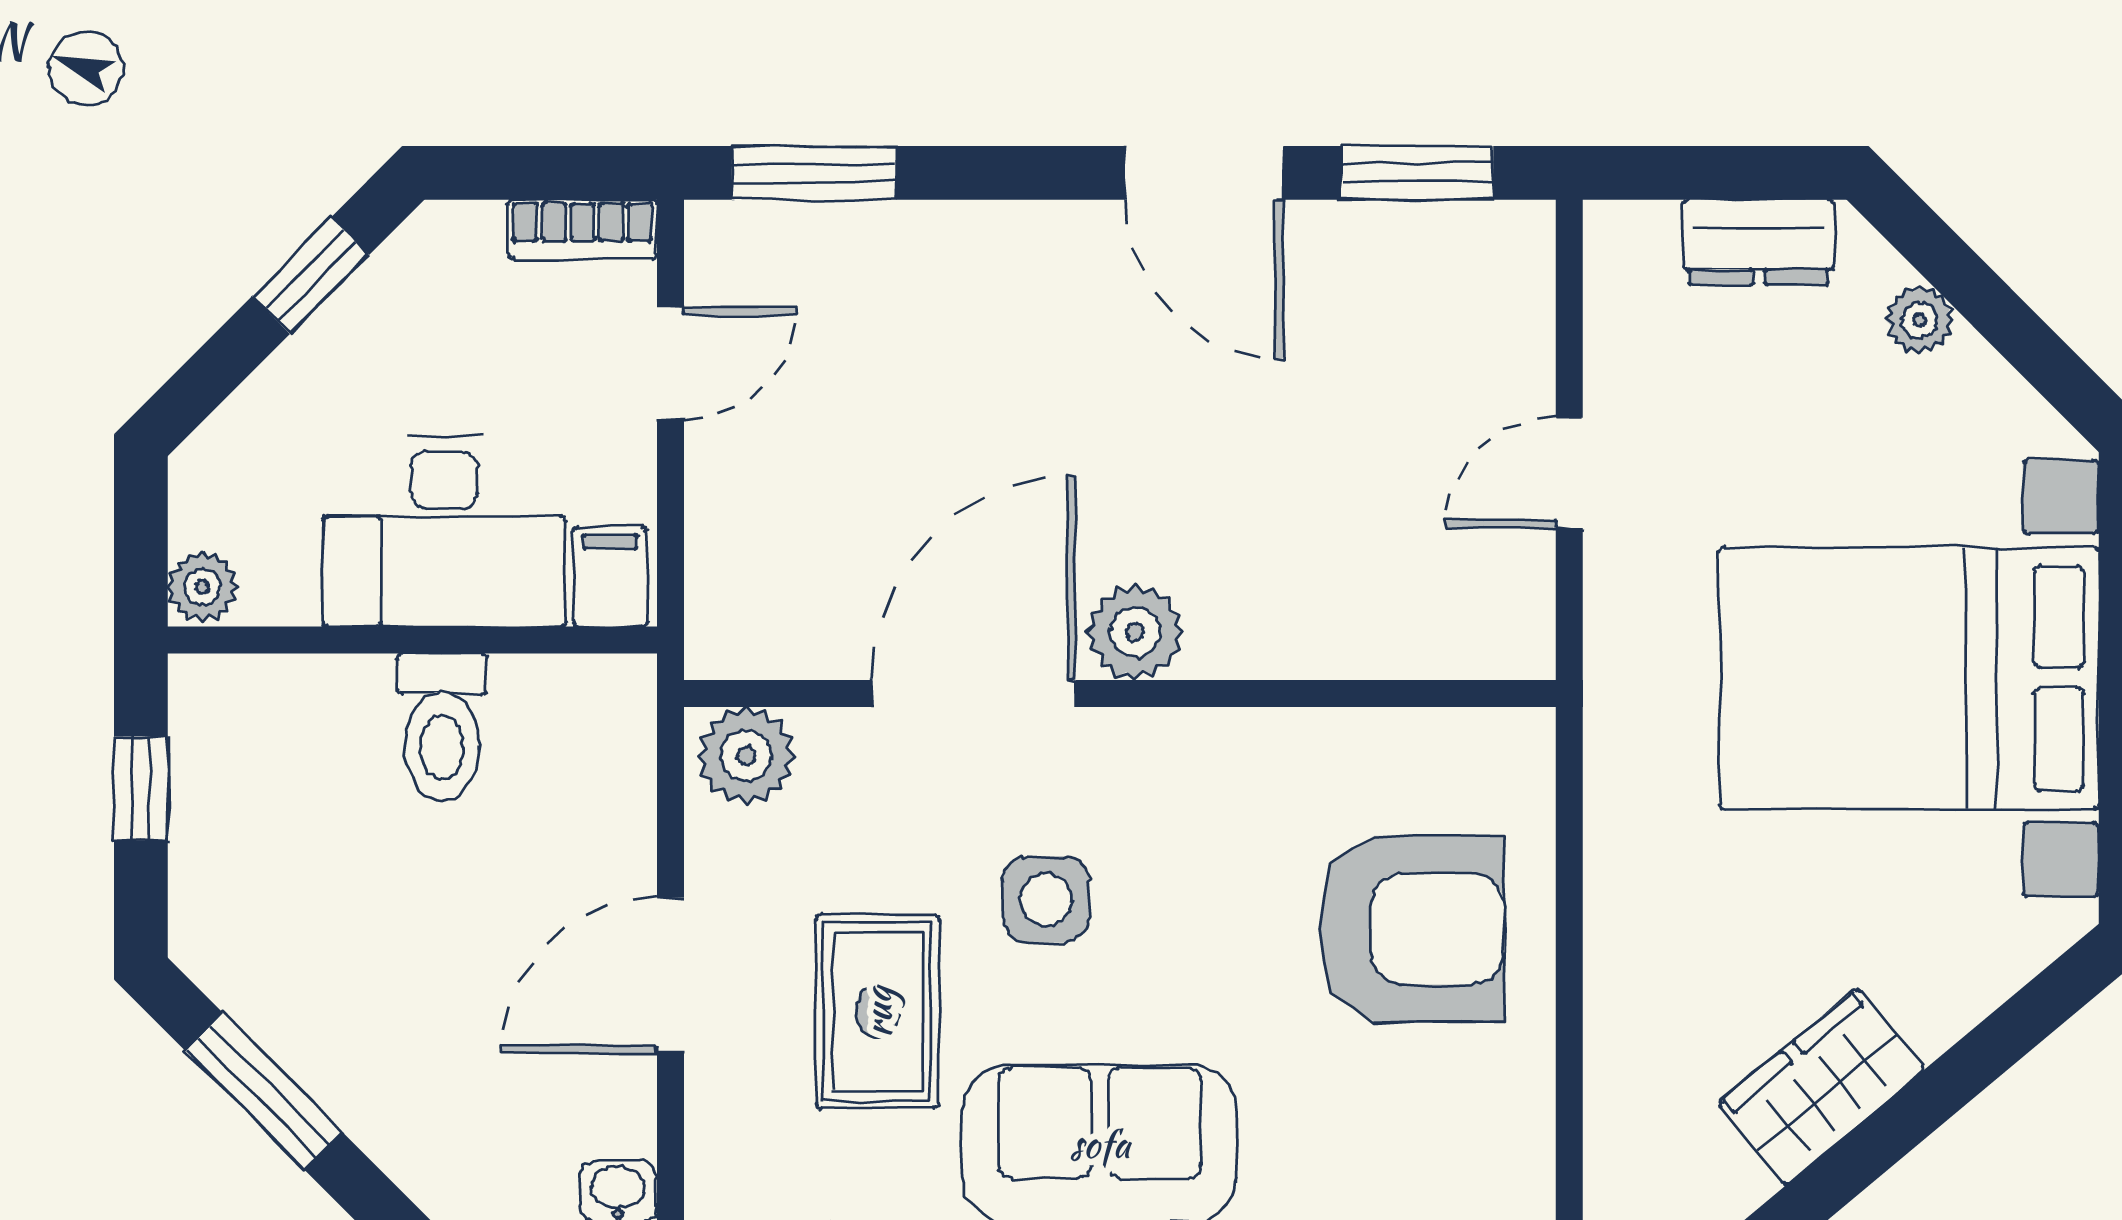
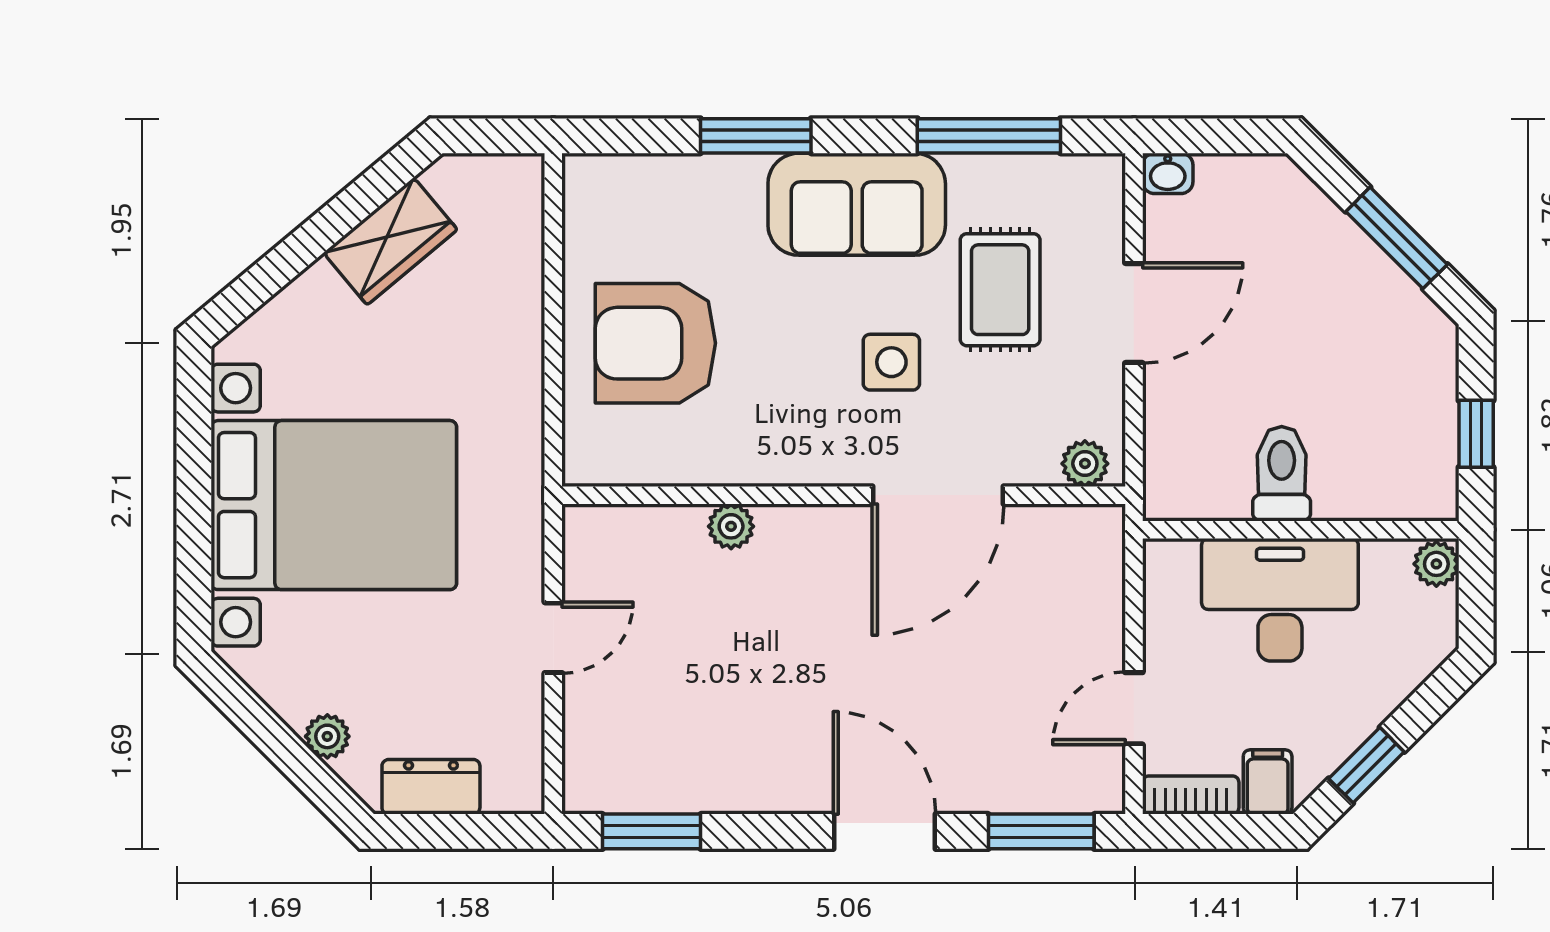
door: (1204, 173) -> (884, 831), moved
filing cabinet: (610, 577) -> (1268, 782), moved, turned 180
plant: (1135, 632) -> (731, 526), moved, width x0.73, depth x0.73
plant: (746, 756) -> (1085, 464), width x0.73, depth x0.73

